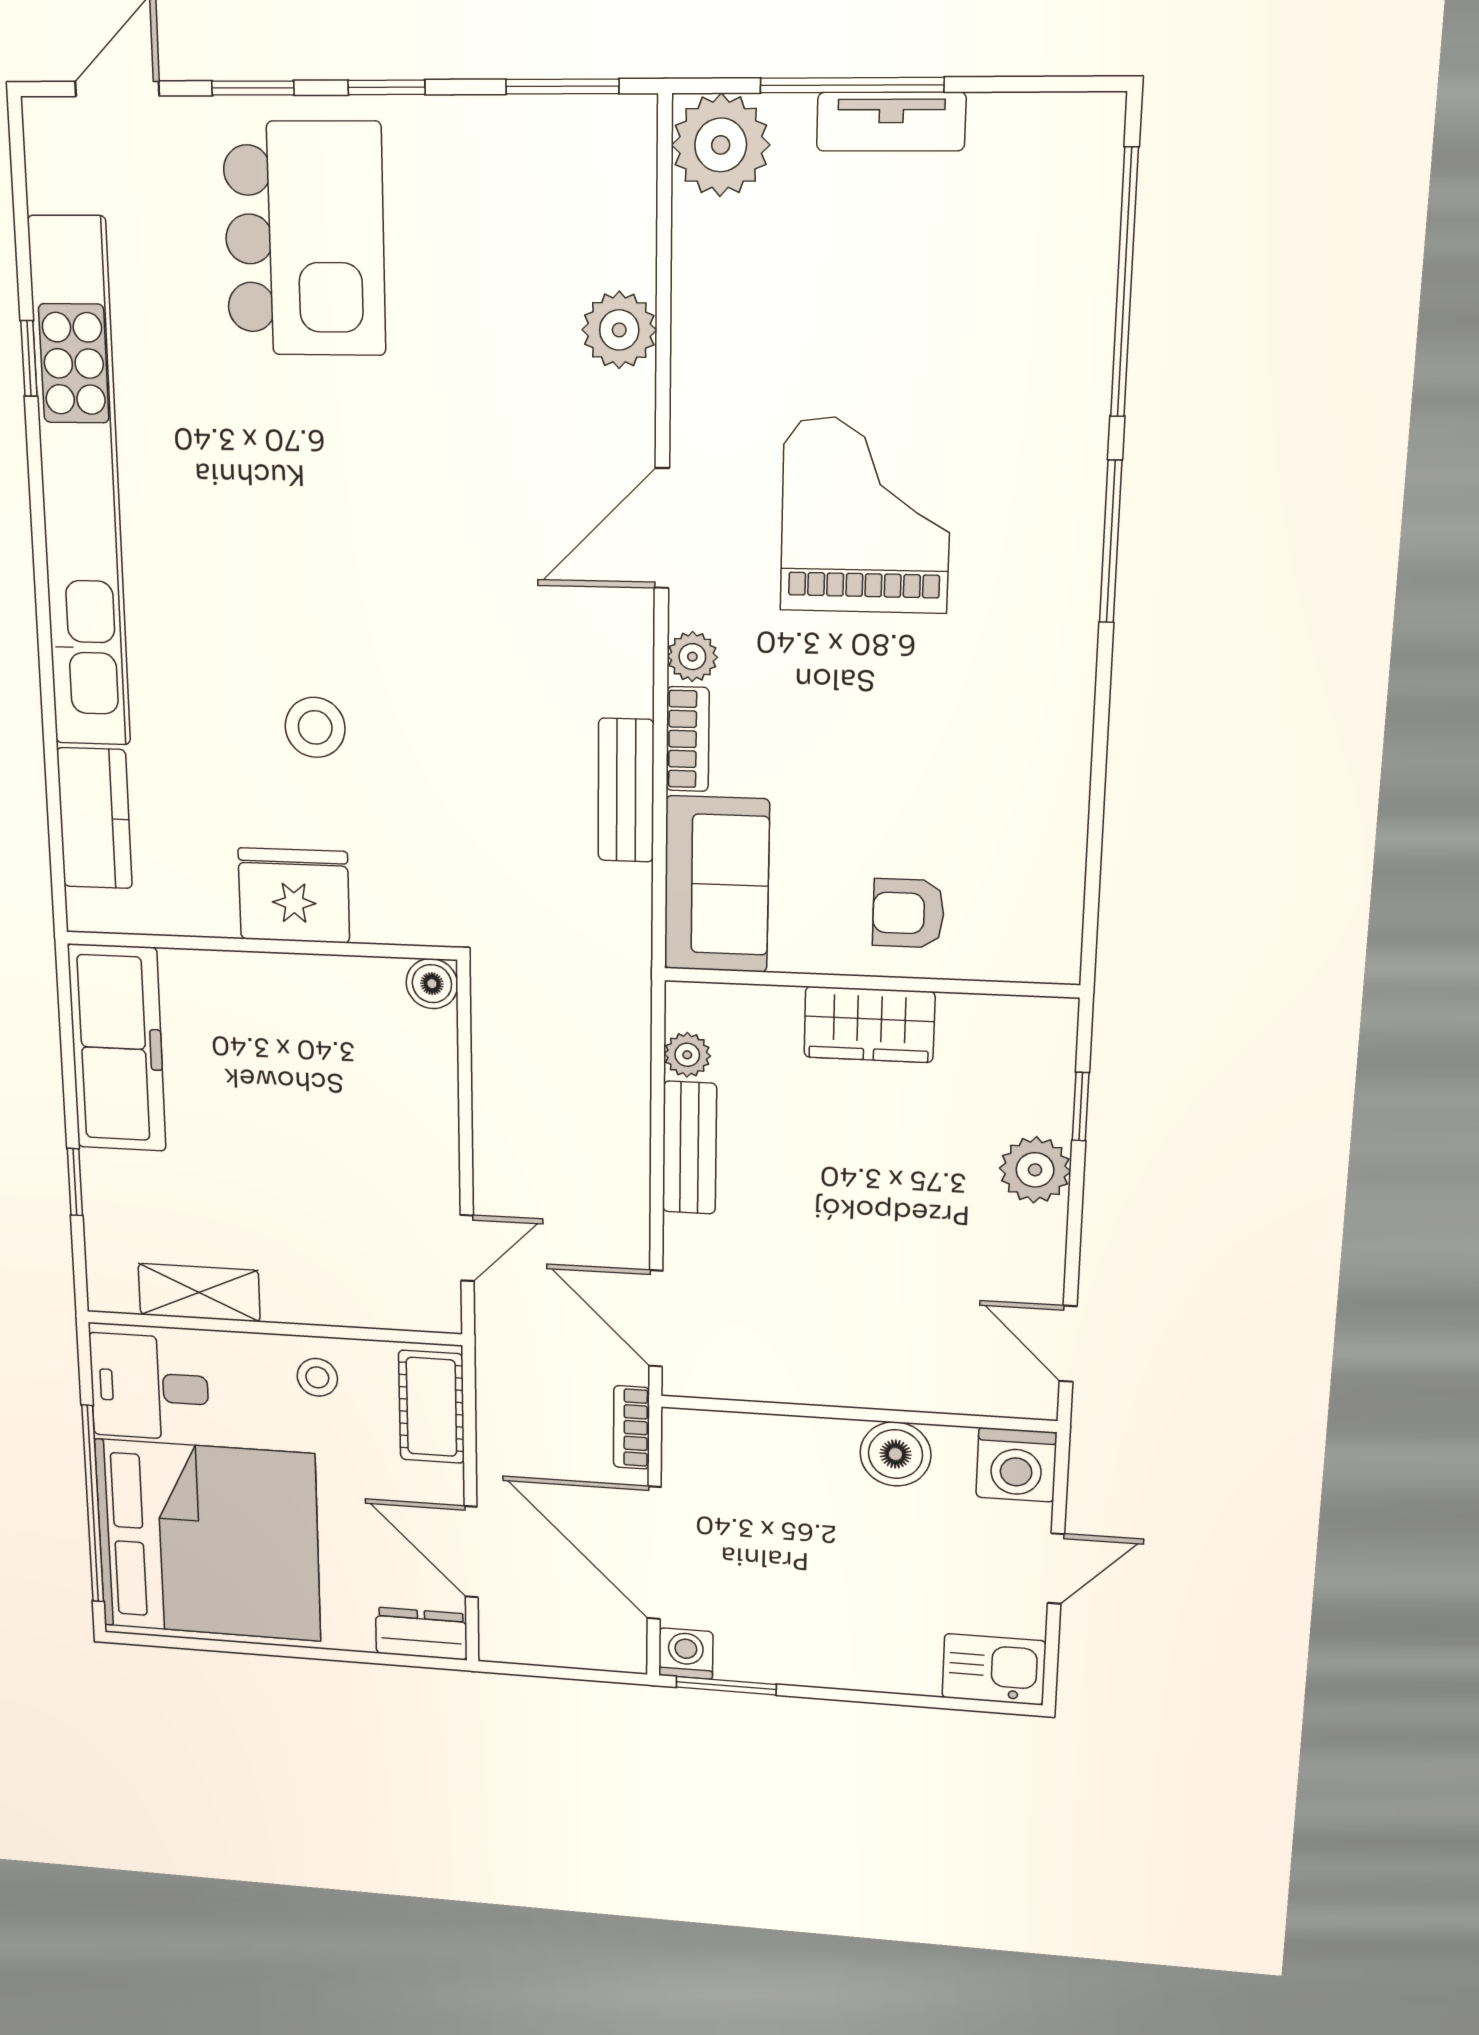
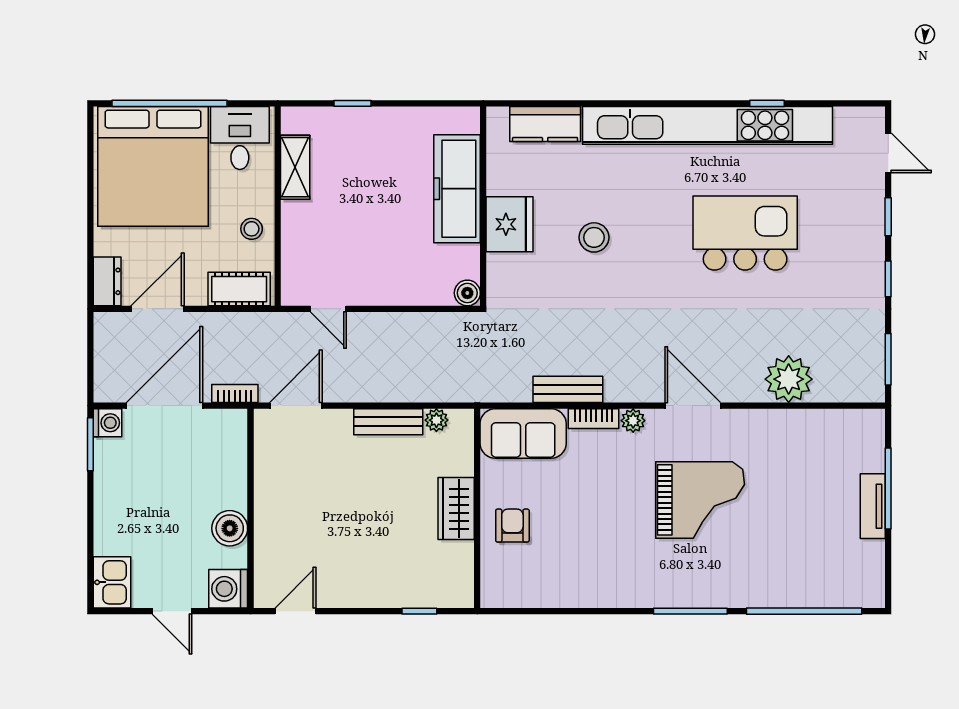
plant: (721, 145) -> (863, 431), removed
kitchen island: (304, 239) -> (745, 233), moved, turned 180
plant: (619, 330) -> (789, 379), width x1.36, depth x1.36
freezer: (117, 1048) -> (457, 189), moved, turned 90
plant: (1035, 1170) -> (386, 591), removed

